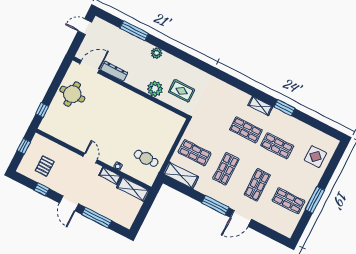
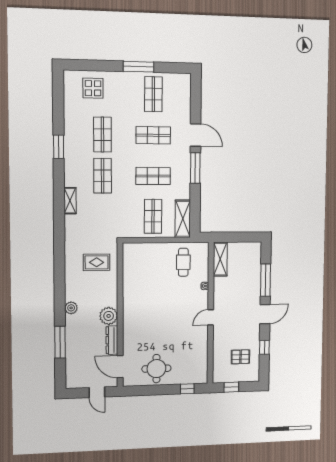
door: (85, 27) -> (97, 392), moved
plant: (155, 89) -> (109, 316), moved
rug: (182, 91) -> (97, 262), turned 90
shelving: (260, 106) -> (70, 201), moved
shelving: (110, 176) -> (218, 289), removed

